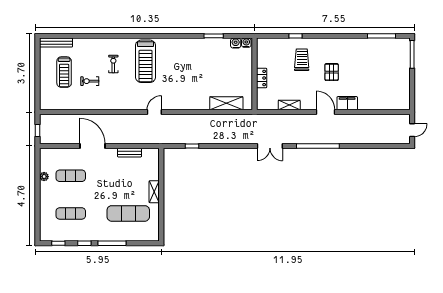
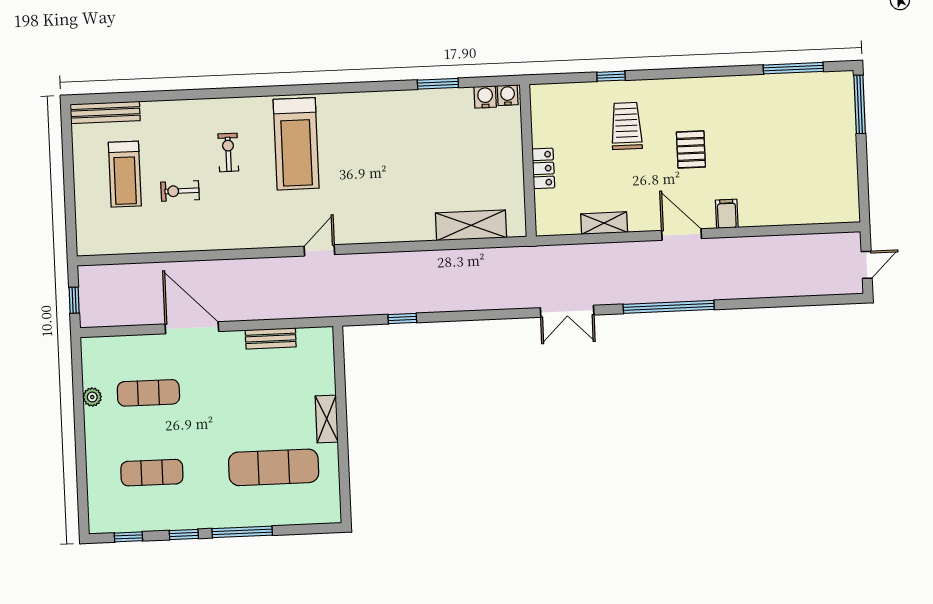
filing cabinet: (347, 103) -> (727, 214), width x0.50

